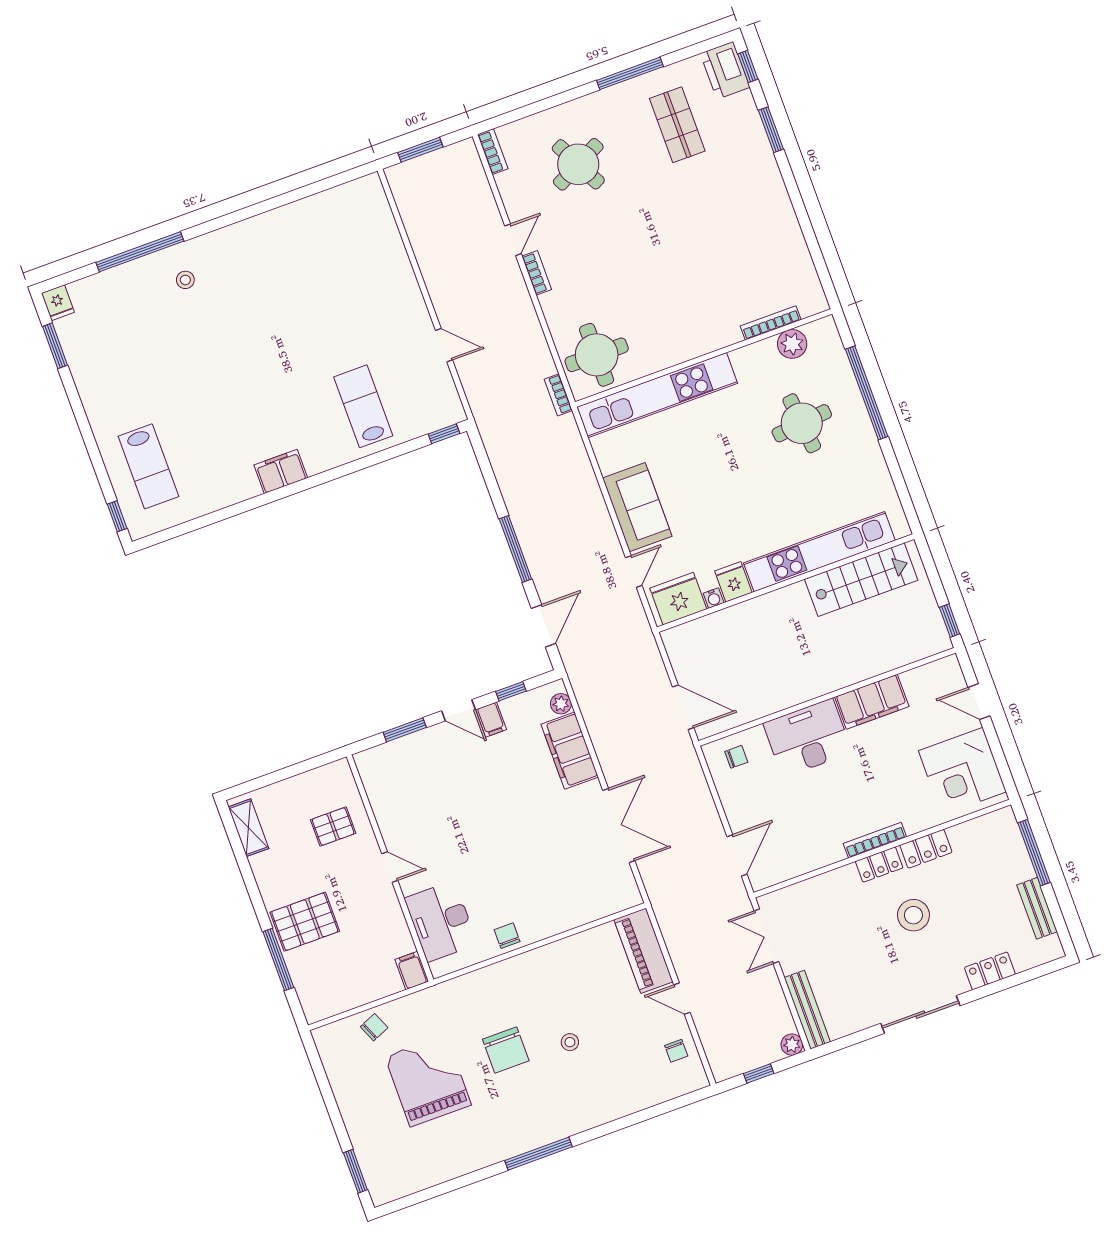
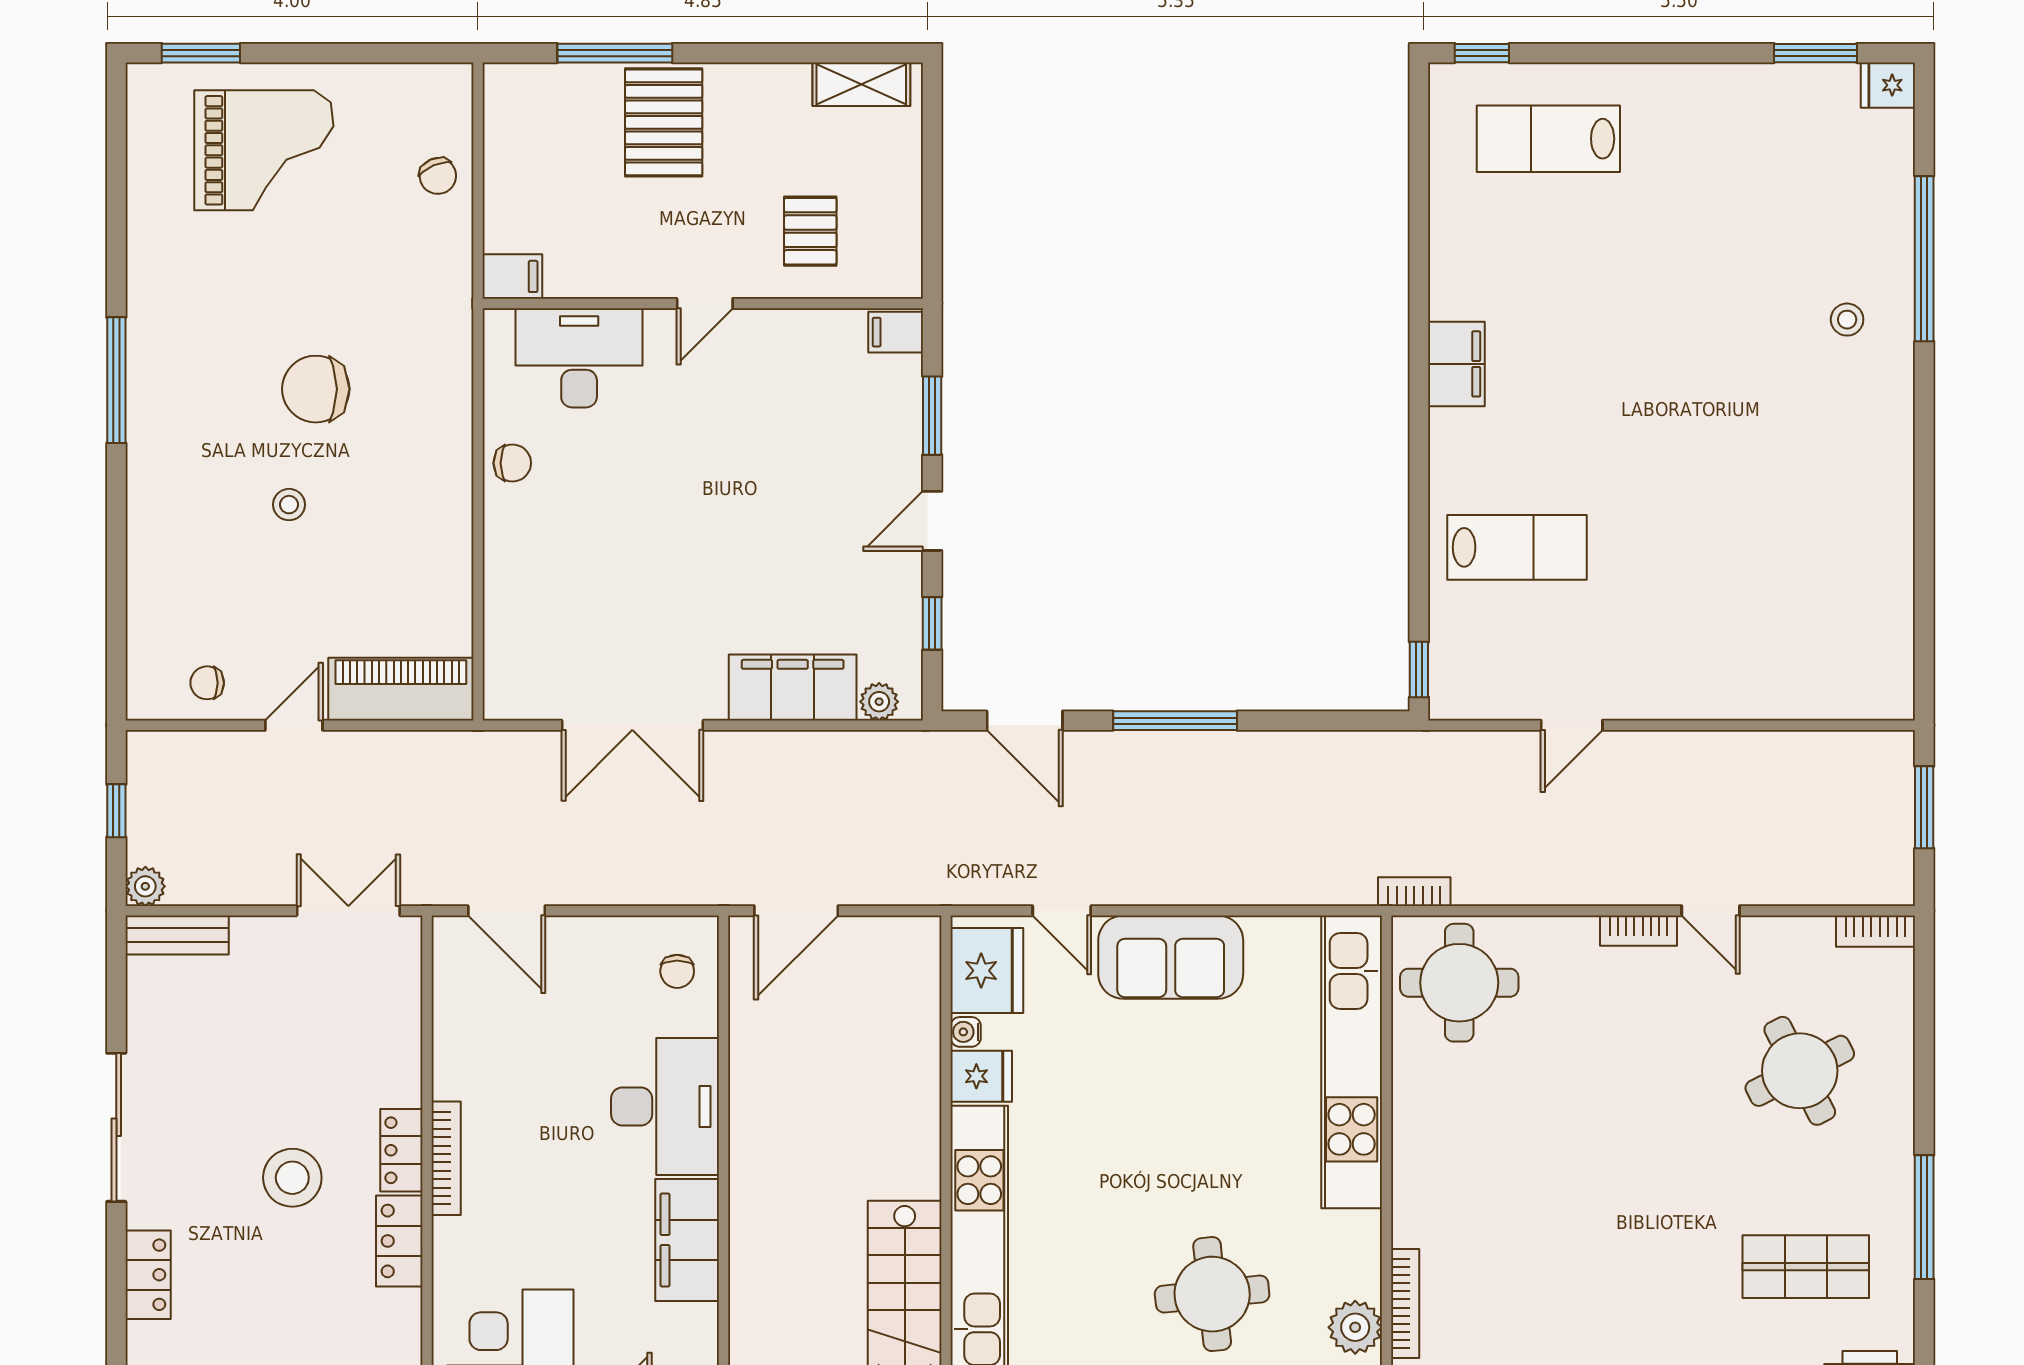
filing cabinet: (491, 720) -> (896, 332), moved
bench: (807, 1010) -> (177, 935), width x0.73
grand piano: (428, 1081) -> (264, 150), moved

